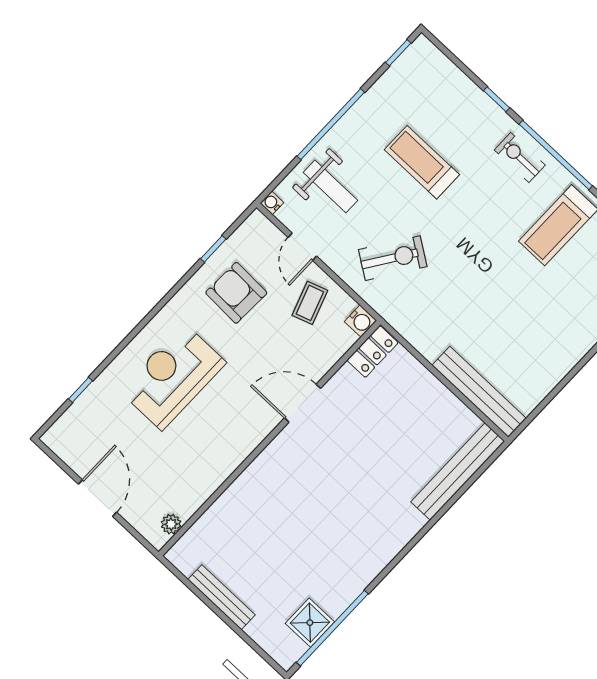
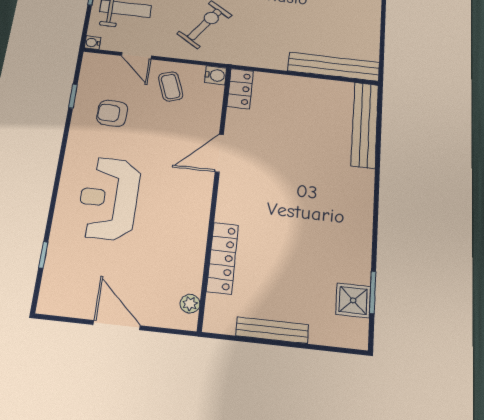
armchair: (236, 293) -> (112, 113), width x0.72, depth x0.72
locker: (229, 504) -> (223, 258), added
window: (332, 628) -> (373, 292), width x0.47

